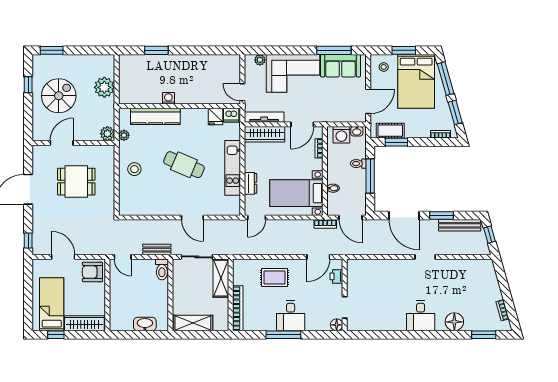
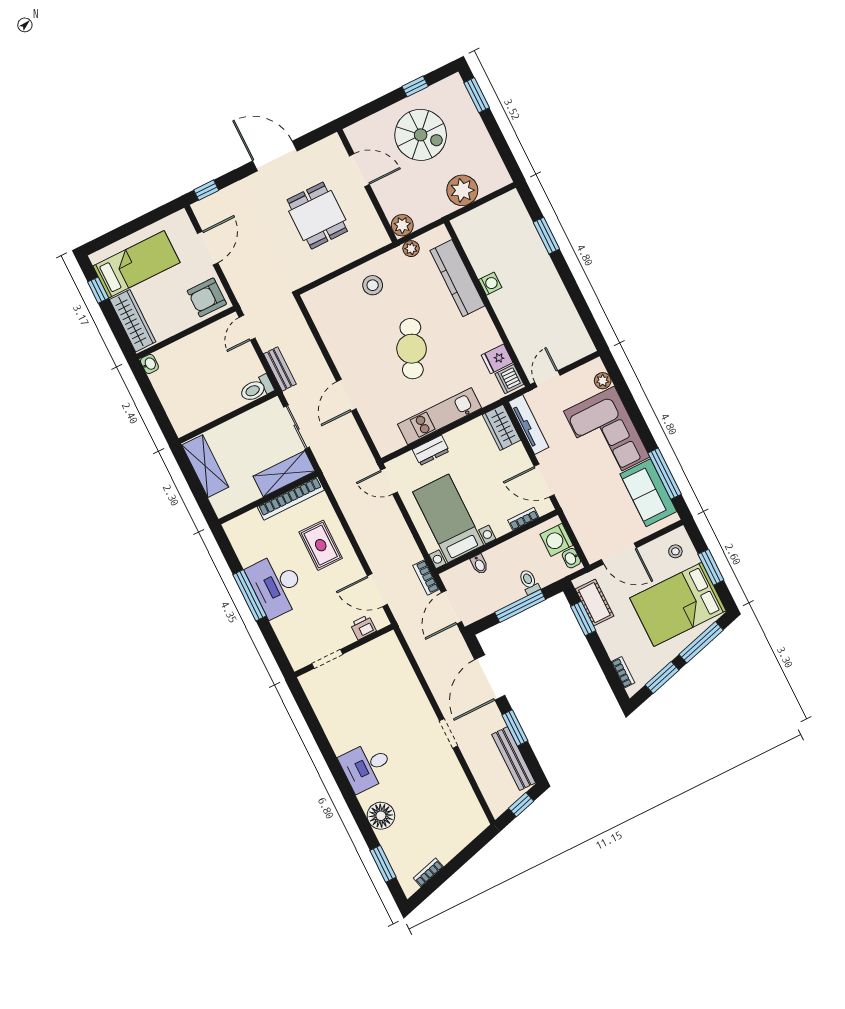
wardrobe: (265, 134) -> (502, 427), width x0.67
armchair: (92, 272) -> (207, 297), turned -90
bookcase: (238, 308) -> (291, 498), moved
desk: (291, 316) -> (276, 585), width x1.37
washbasin: (145, 324) -> (149, 364), moved, width x0.52, depth x0.69
floor lamp: (337, 325) -> (298, 660), removed

